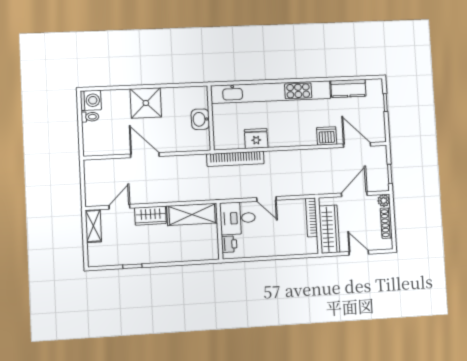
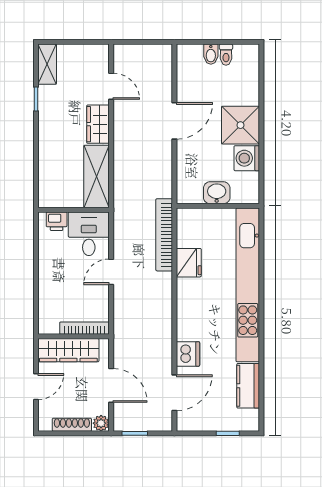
washing machine: (91, 100) -> (247, 158), moved, turned 90
bidet: (90, 129) -> (211, 54), added
shelving: (93, 226) -> (47, 64), moved, turned 90

